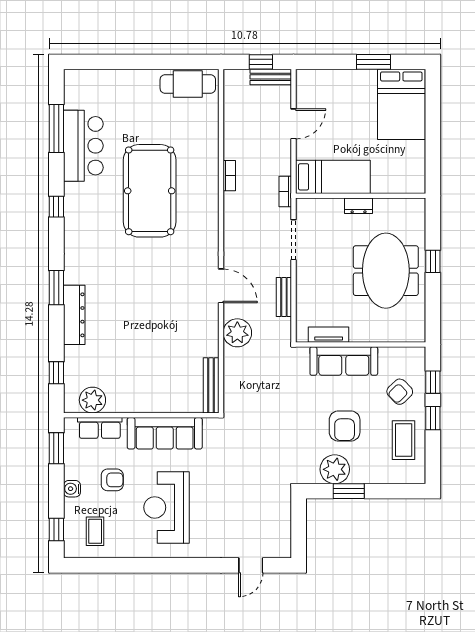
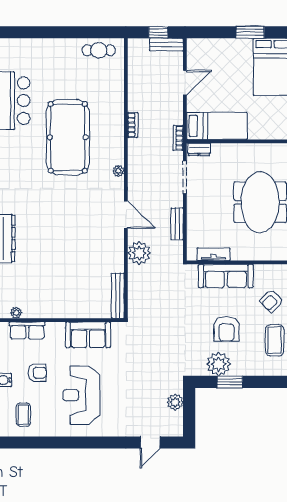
cafe table: (188, 84) -> (99, 50), width x0.73, depth x0.74
dresser: (359, 206) -> (199, 149), moved
plant: (212, 232) -> (118, 171), added
plant: (92, 400) -> (16, 313), width x0.53, depth x0.53
sofa: (165, 433) -> (88, 335), width x0.73
plant: (281, 516) -> (175, 402), added

